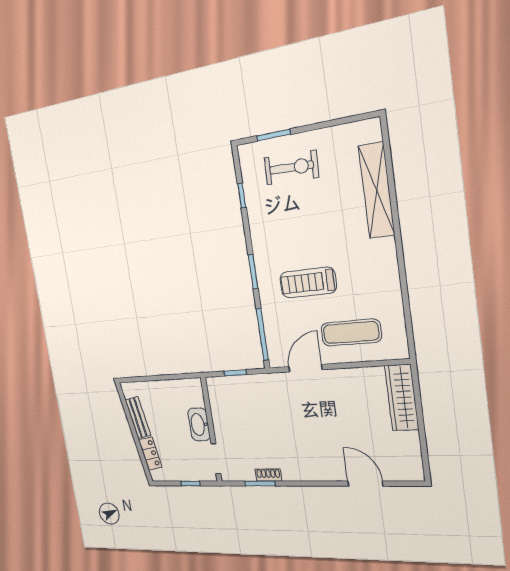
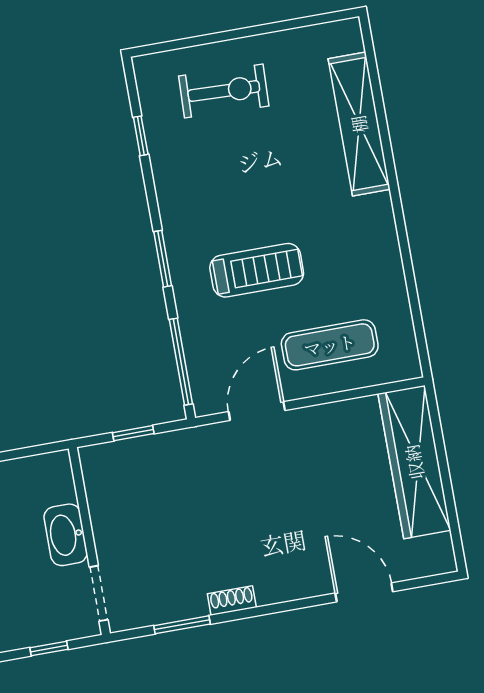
window: (273, 135) -> (193, 42), removed
treadmill: (308, 283) -> (257, 270), turned 180
wardrobe: (402, 398) -> (414, 462), width x1.40, depth x1.17
shoe rack: (268, 475) -> (232, 601), moved

